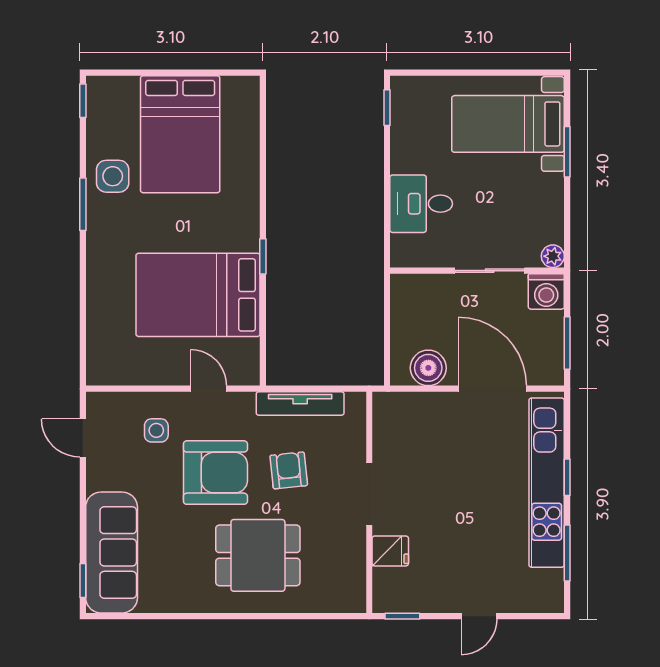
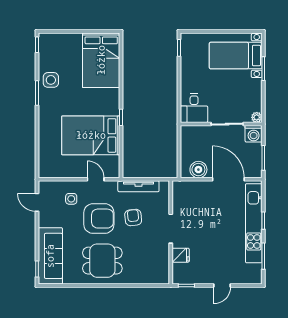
bed: (180, 134) -> (101, 60), moved
desk: (421, 204) -> (194, 108), moved, turned -90
dining table: (258, 555) -> (102, 261), moved

